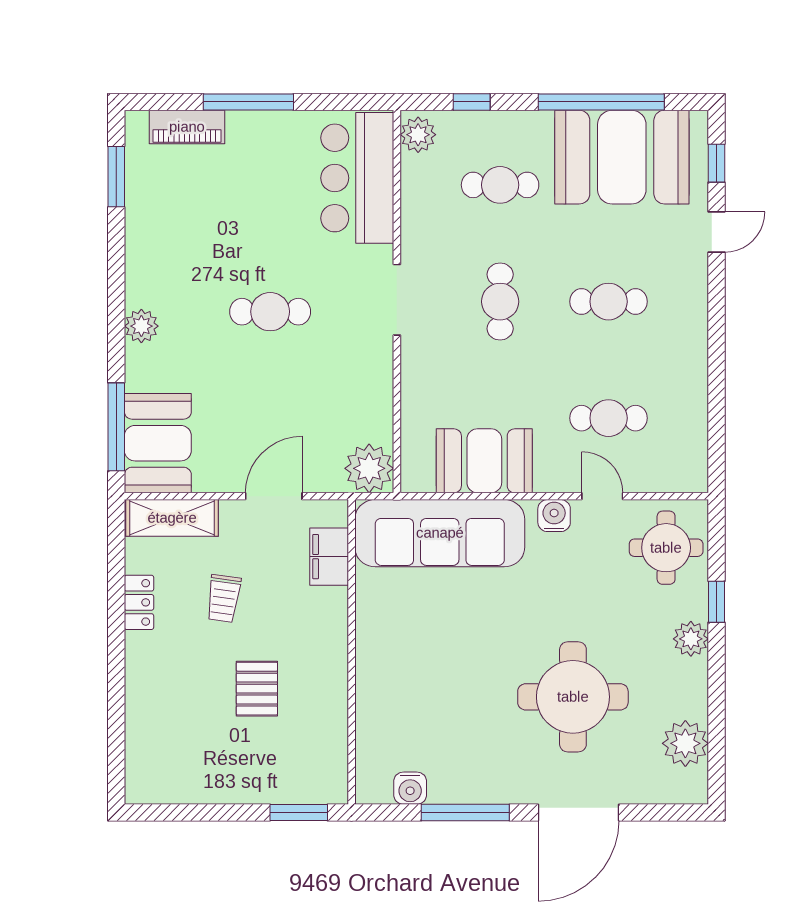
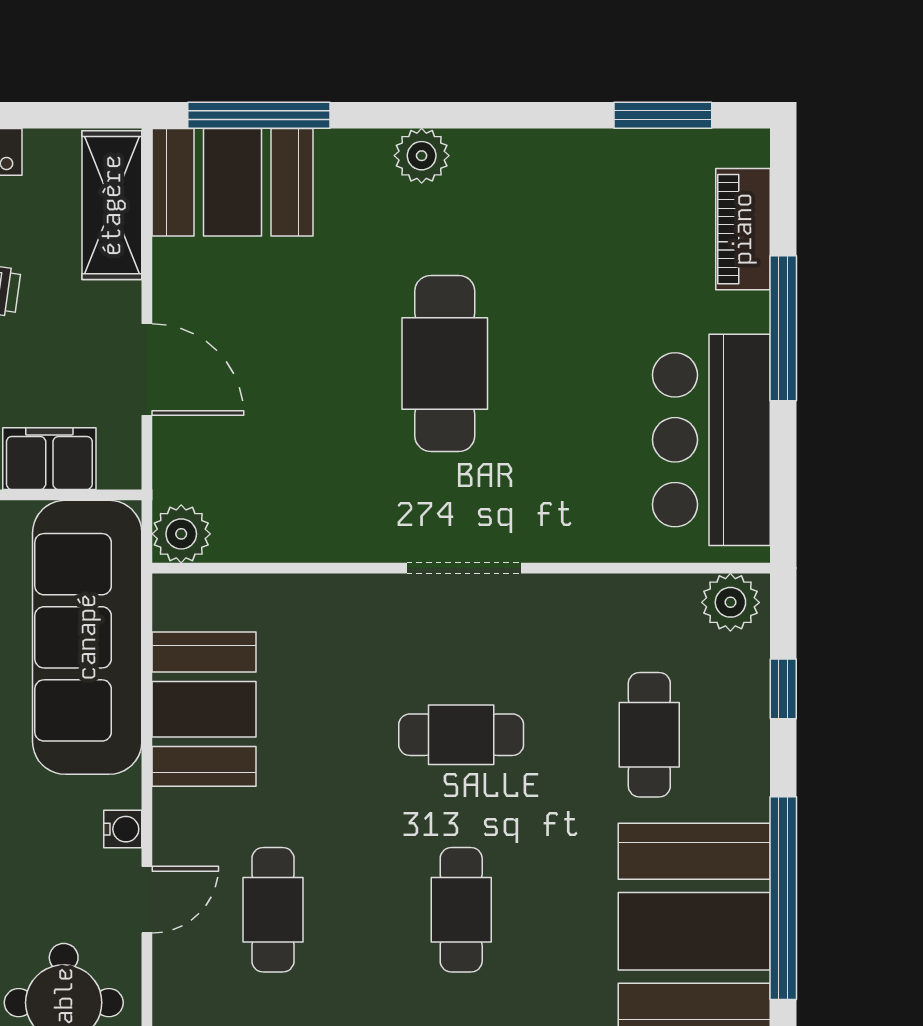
bar counter: (357, 178) -> (711, 440), moved, turned -90
cafe table: (270, 312) -> (445, 363), width x1.37, depth x1.35
plant: (369, 468) -> (181, 534), width x0.73, depth x0.73
water cooler: (554, 516) -> (123, 829), width x0.72, depth x0.72

